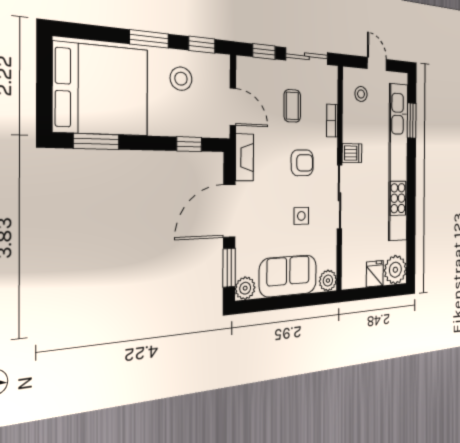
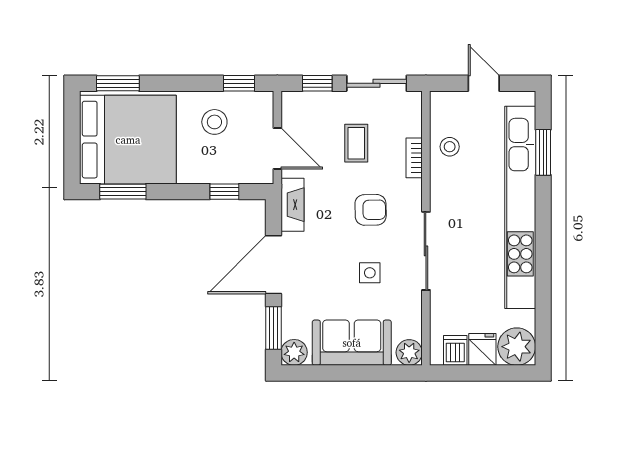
window: (149, 39) -> (118, 83), moved
stool: (361, 94) -> (450, 147), moved
dishwasher: (352, 153) -> (455, 350), moved, turned -90

